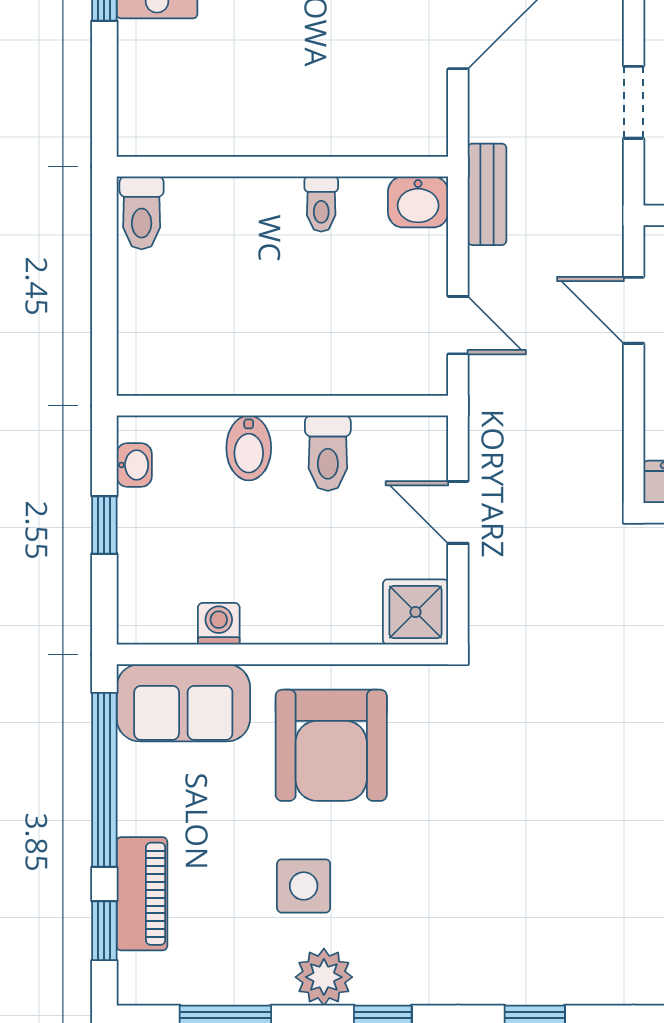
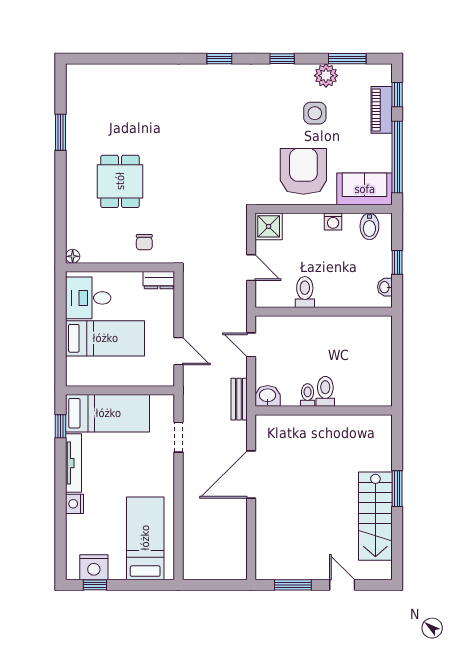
toilet: (142, 213) -> (325, 391), moved
bidet: (249, 448) -> (369, 226), moved, turned 180
washing machine: (219, 624) -> (333, 222), moved
plant: (324, 977) -> (326, 76), moved

